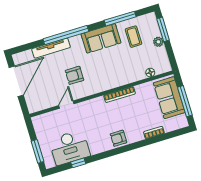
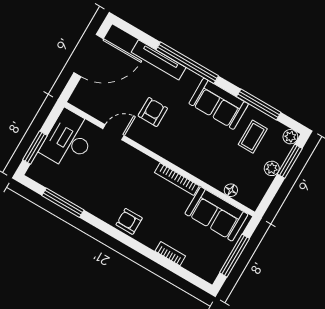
plant: (151, 18) -> (290, 137), added
armchair: (74, 75) -> (153, 112), turned 90
sofa: (169, 98) -> (216, 214), moved, turned -90
desk: (70, 148) -> (69, 140), moved, turned 90
window: (78, 163) -> (63, 203), width x2.17

